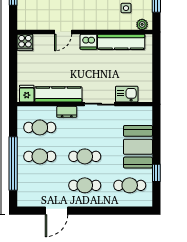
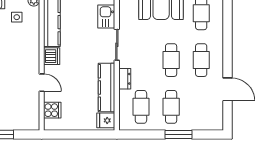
cooker: (25, 42) -> (52, 110), moved
window: (13, 164) -> (178, 135), width x0.47

